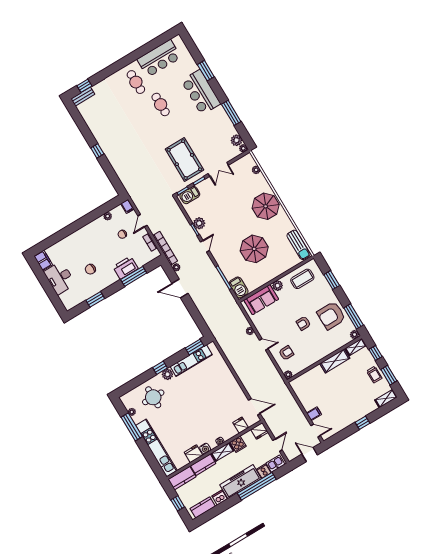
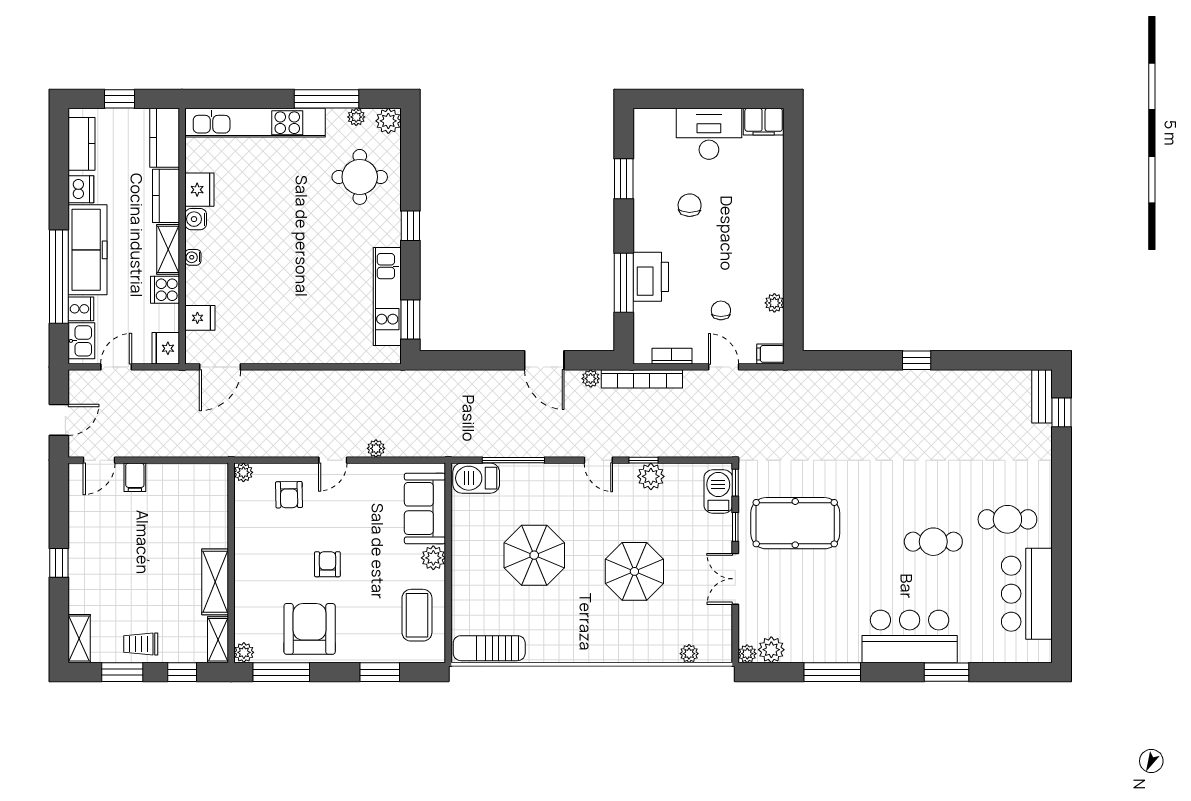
parasol: (266, 206) -> (634, 571), moved
door: (180, 288) -> (544, 360), swing flipped
plant: (167, 374) -> (388, 121), moved
door: (277, 445) -> (116, 367), swing flipped

